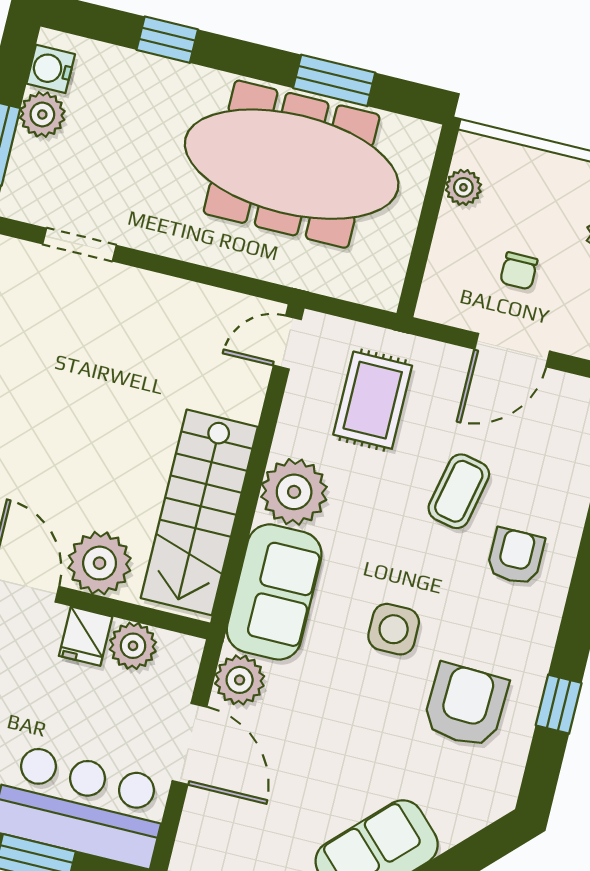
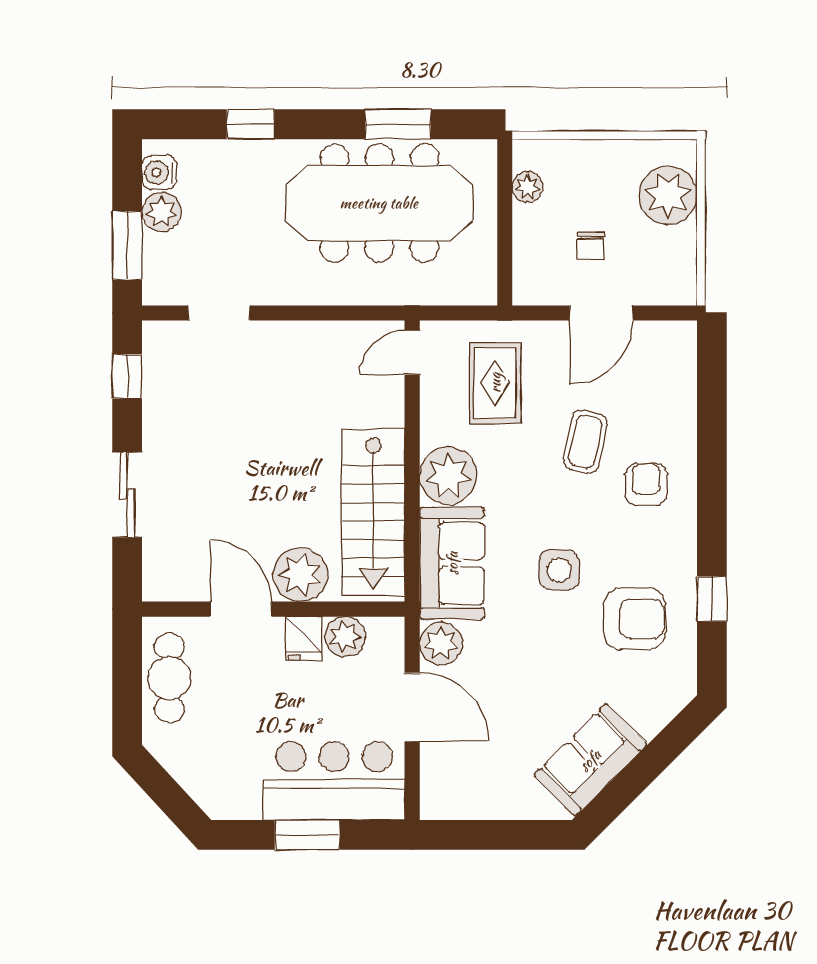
armchair: (465, 705) -> (635, 619), turned 88

